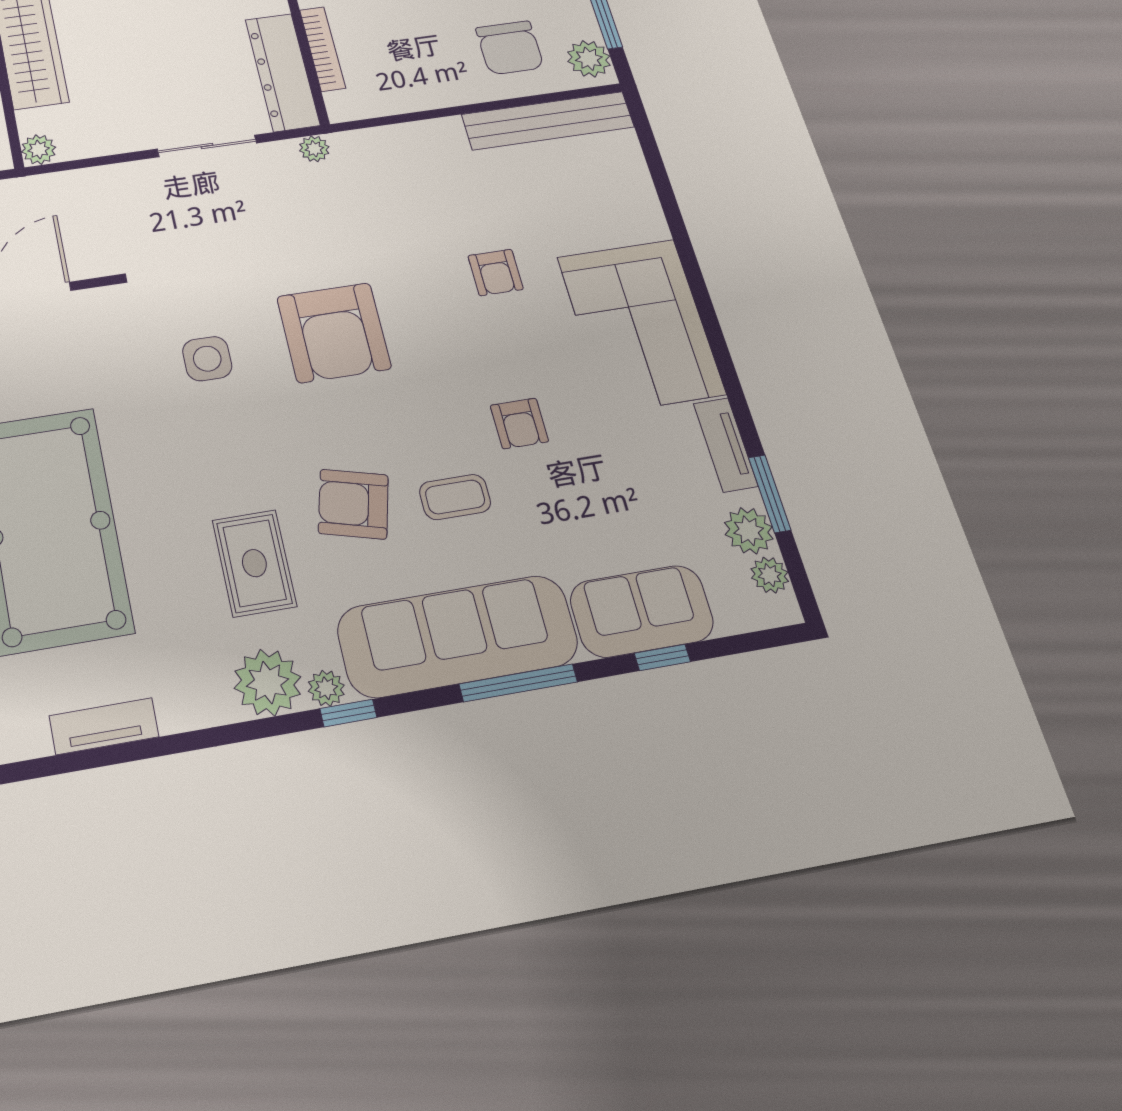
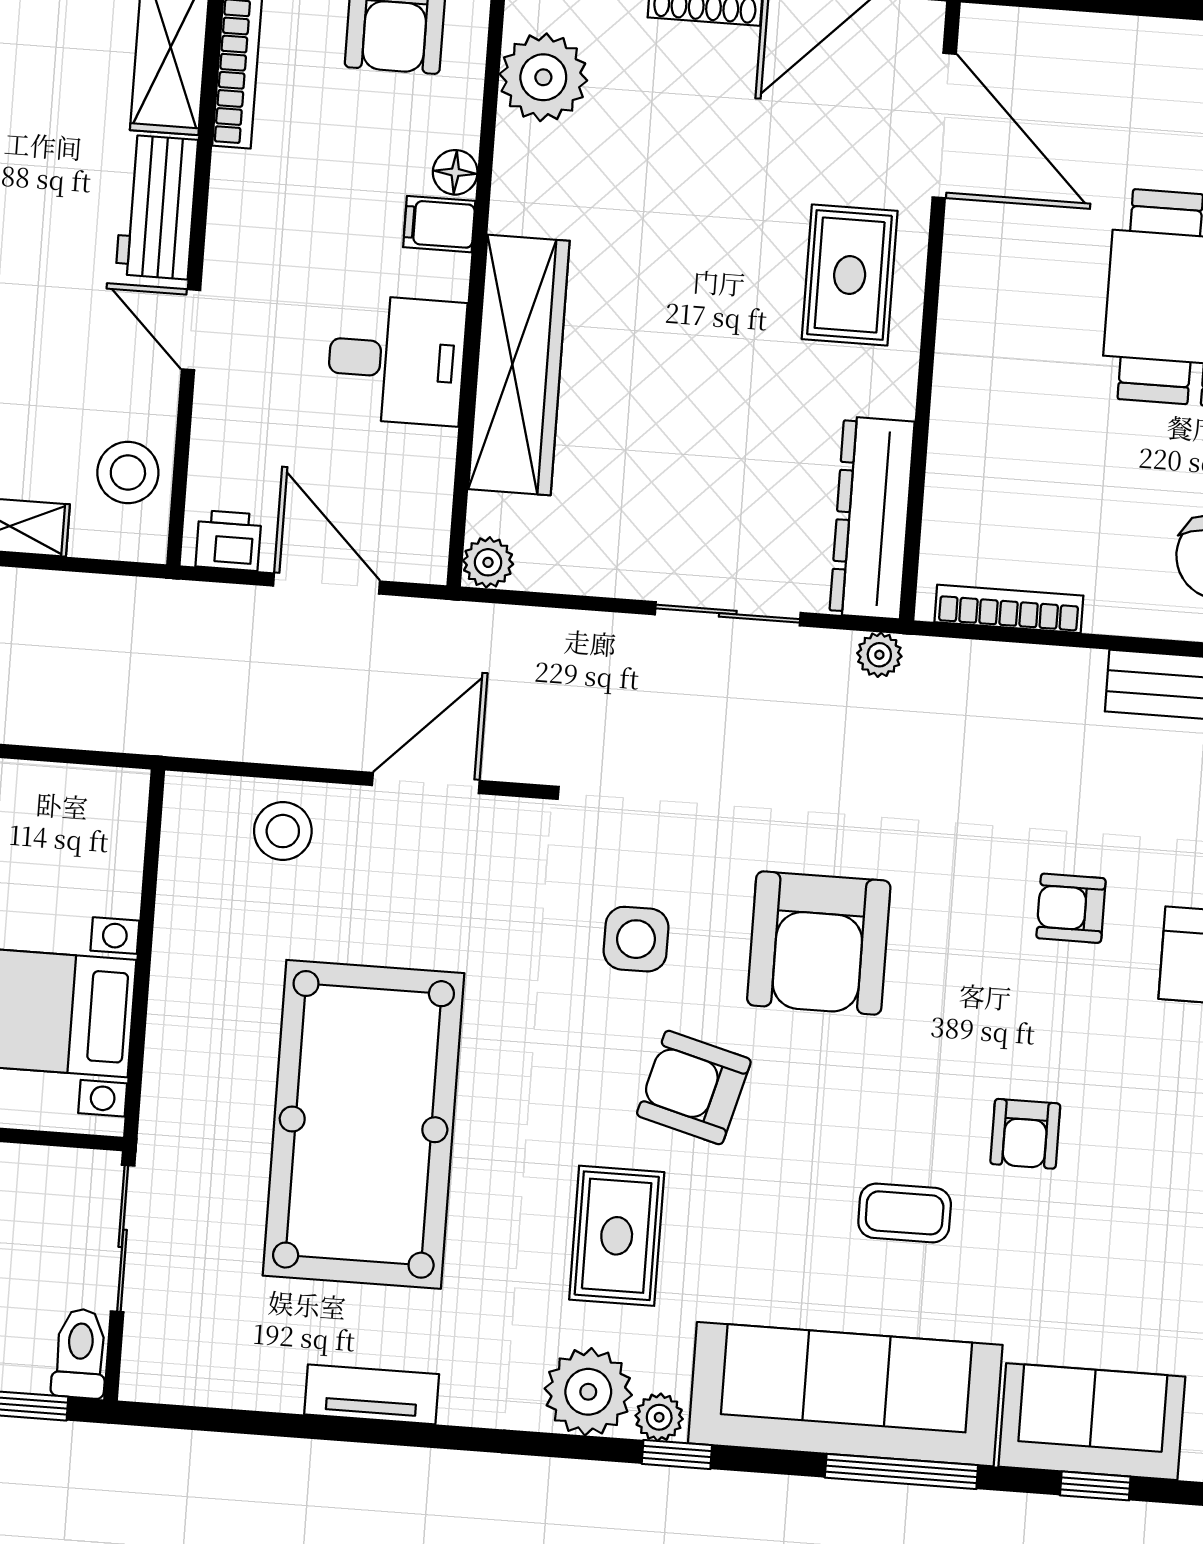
bookcase: (323, 49) -> (1009, 609), moved, turned -90
armchair: (496, 272) -> (1071, 908), turned 90
armchair: (353, 504) -> (694, 1087), moved

